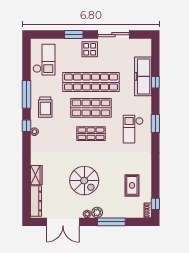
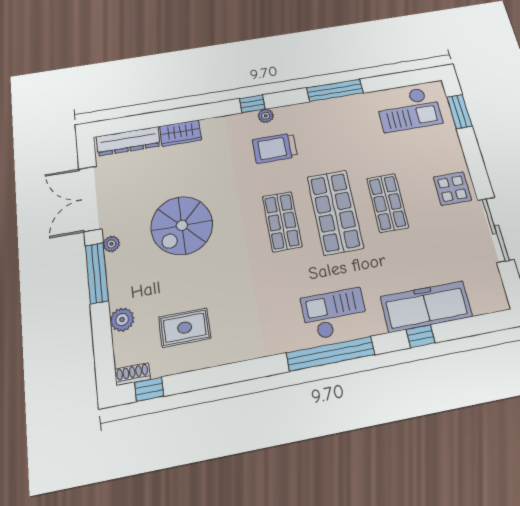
window: (74, 35) -> (459, 112), moved
shop shelf: (91, 82) -> (388, 203), width x0.50, depth x0.74
trolley: (45, 107) -> (275, 148), moved
window: (155, 124) -> (331, 354), width x2.11
window: (27, 126) -> (252, 104), moved
checkout: (133, 129) -> (335, 314), moved
plant: (97, 212) -> (122, 320), moved
window: (111, 222) -> (97, 273), moved

